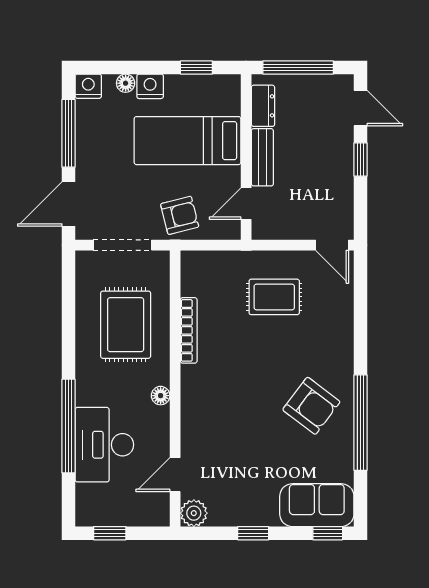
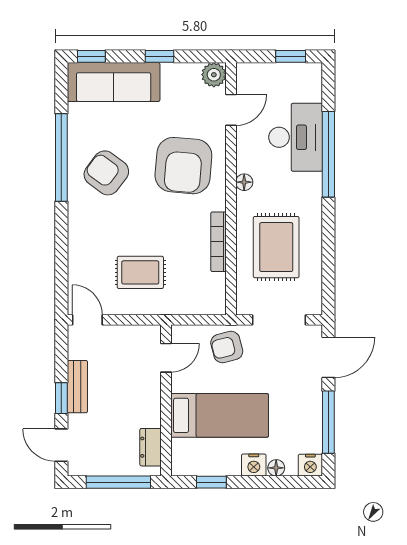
bench: (262, 157) -> (77, 387), moved
armchair: (227, 414) -> (183, 166), added
sofa: (317, 505) -> (114, 82), width x1.36

